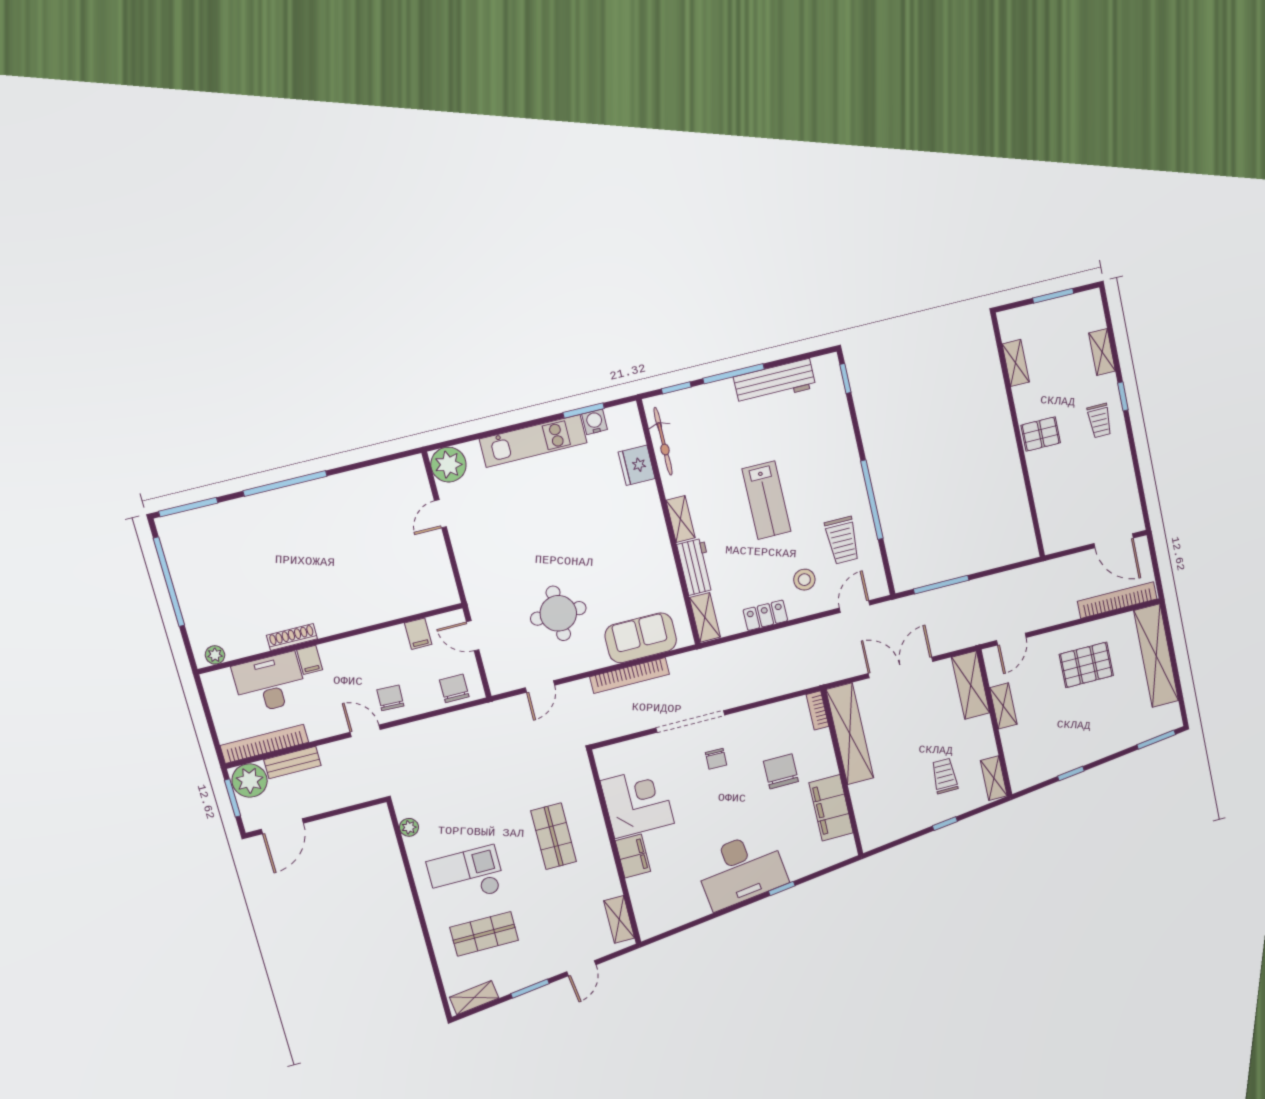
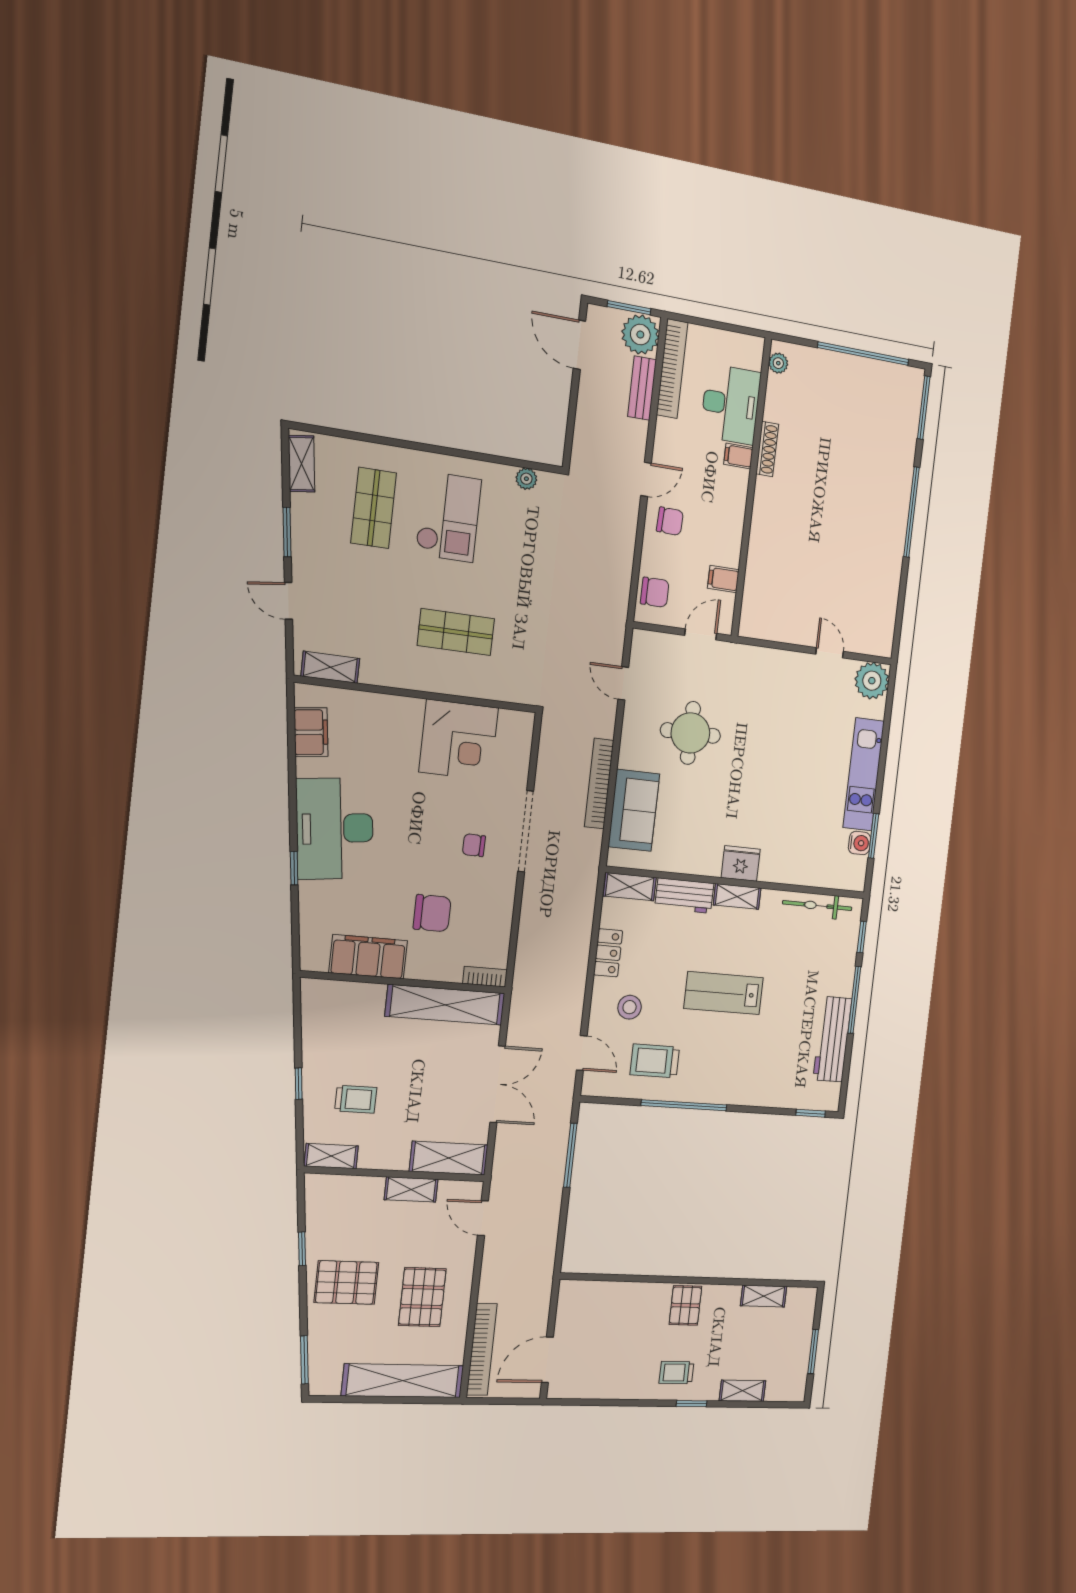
fridge: (637, 465) -> (741, 864), moved
pallet: (1089, 730) -> (346, 1282), added
filing cabinet: (633, 856) -> (311, 732), moved, turned -97

